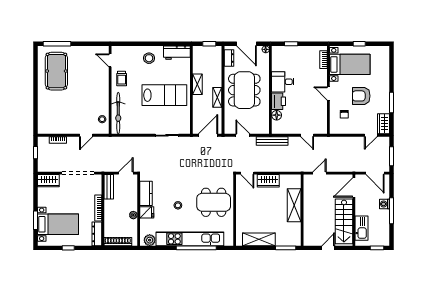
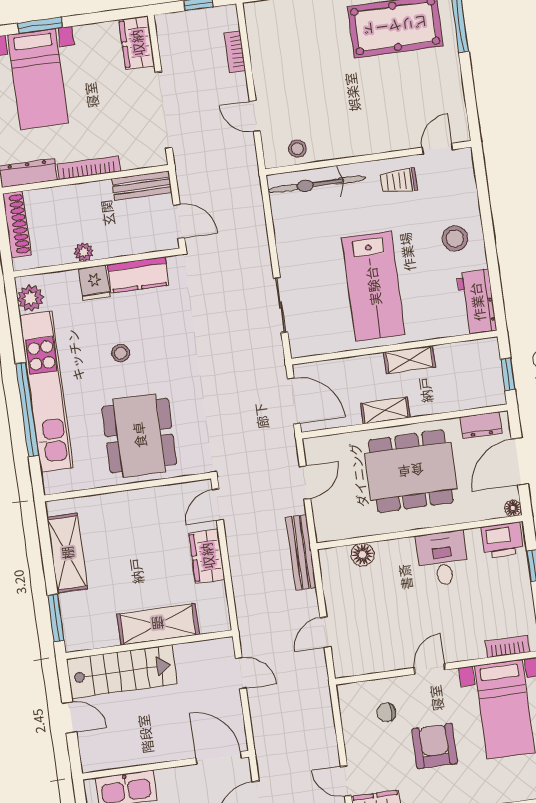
printer: (279, 101) -> (502, 540), moved
stairs: (344, 221) -> (122, 672), moved, turned 180

